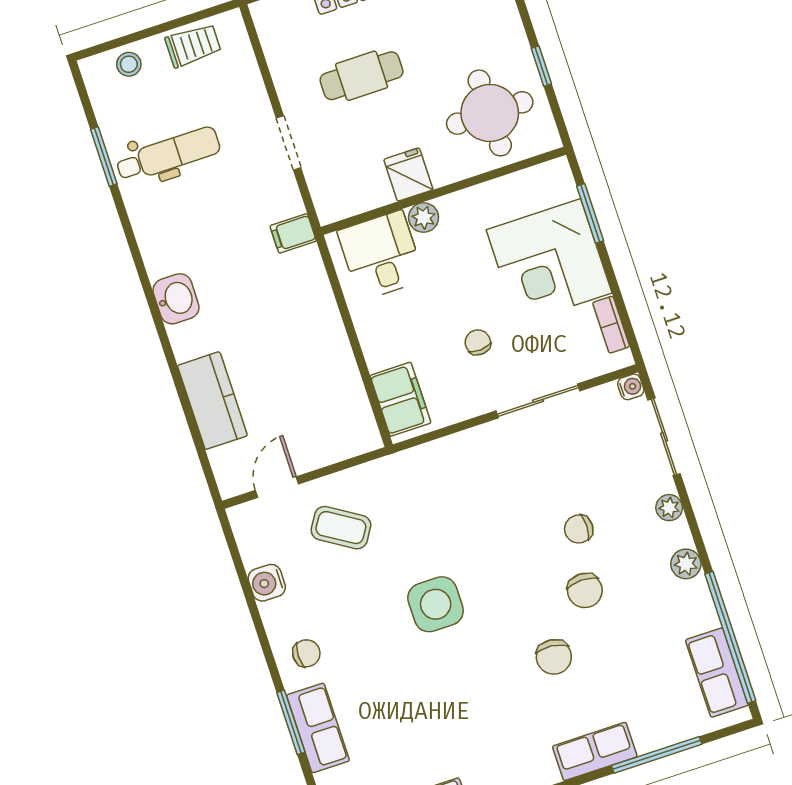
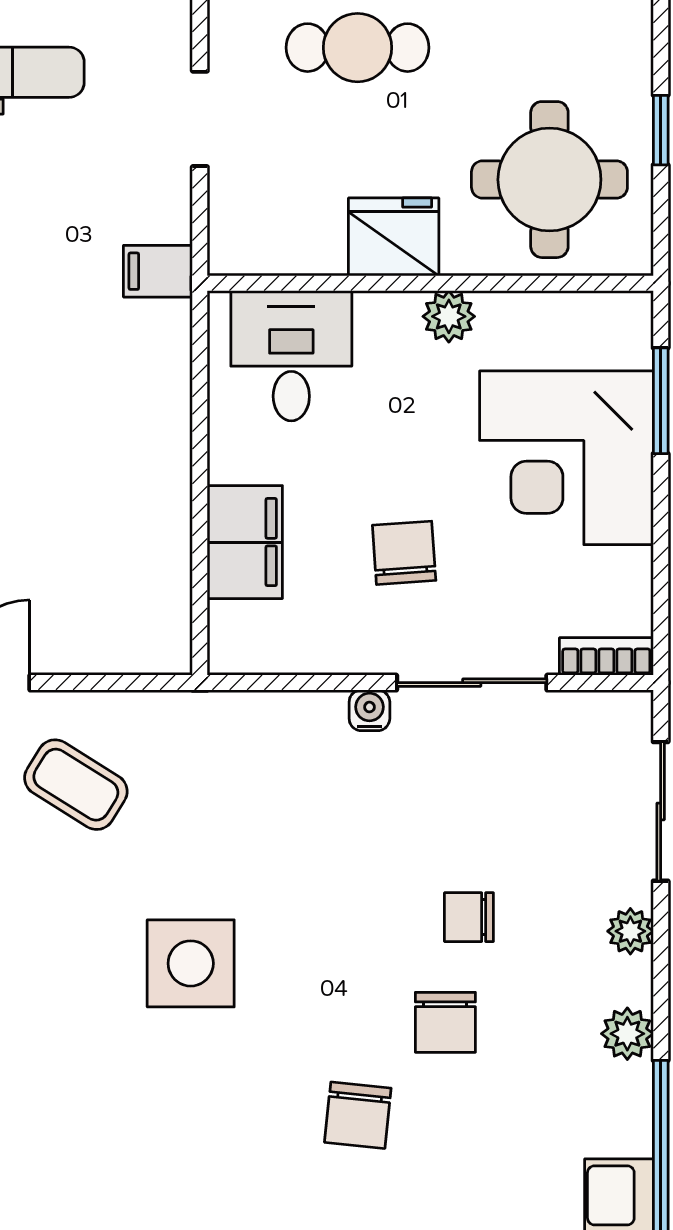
fridge: (408, 174) -> (394, 237), width x1.38
plant: (424, 218) -> (449, 316), moved
bookcase: (611, 325) -> (606, 656), moved, turned 90
chair: (478, 342) -> (404, 553), width x1.37, depth x1.37
water cooler: (631, 387) -> (369, 710), moved, turned -90
filing cabinet: (400, 399) -> (245, 542), moved

